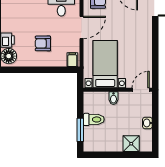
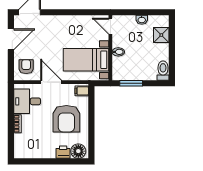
armchair: (43, 43) -> (66, 119), width x1.88, depth x1.88
toilet: (94, 119) -> (163, 71), moved
window: (80, 130) -> (131, 83), moved

